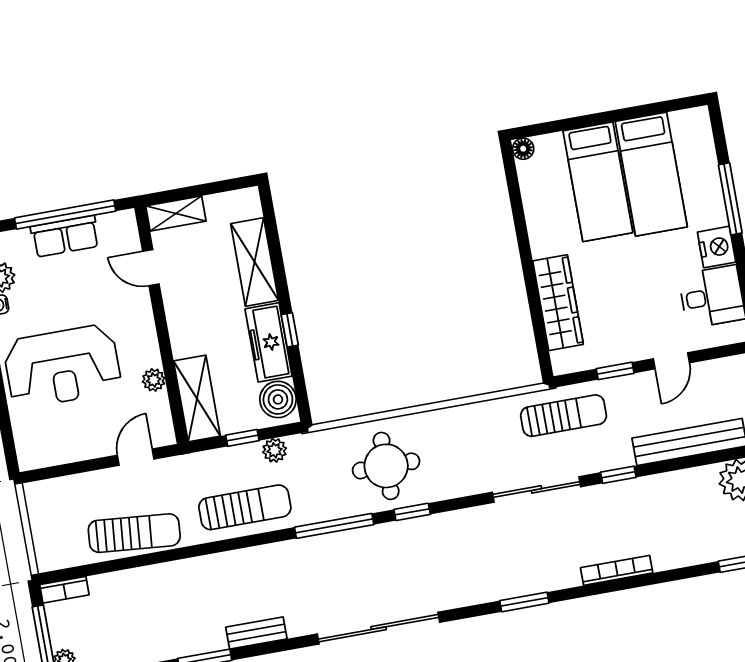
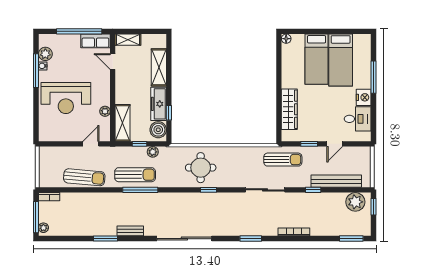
row of seats: (65, 236) -> (95, 41), moved
window: (290, 330) -> (169, 113), moved
window: (618, 475) -> (313, 190), moved
window: (334, 526) -> (140, 190), moved

